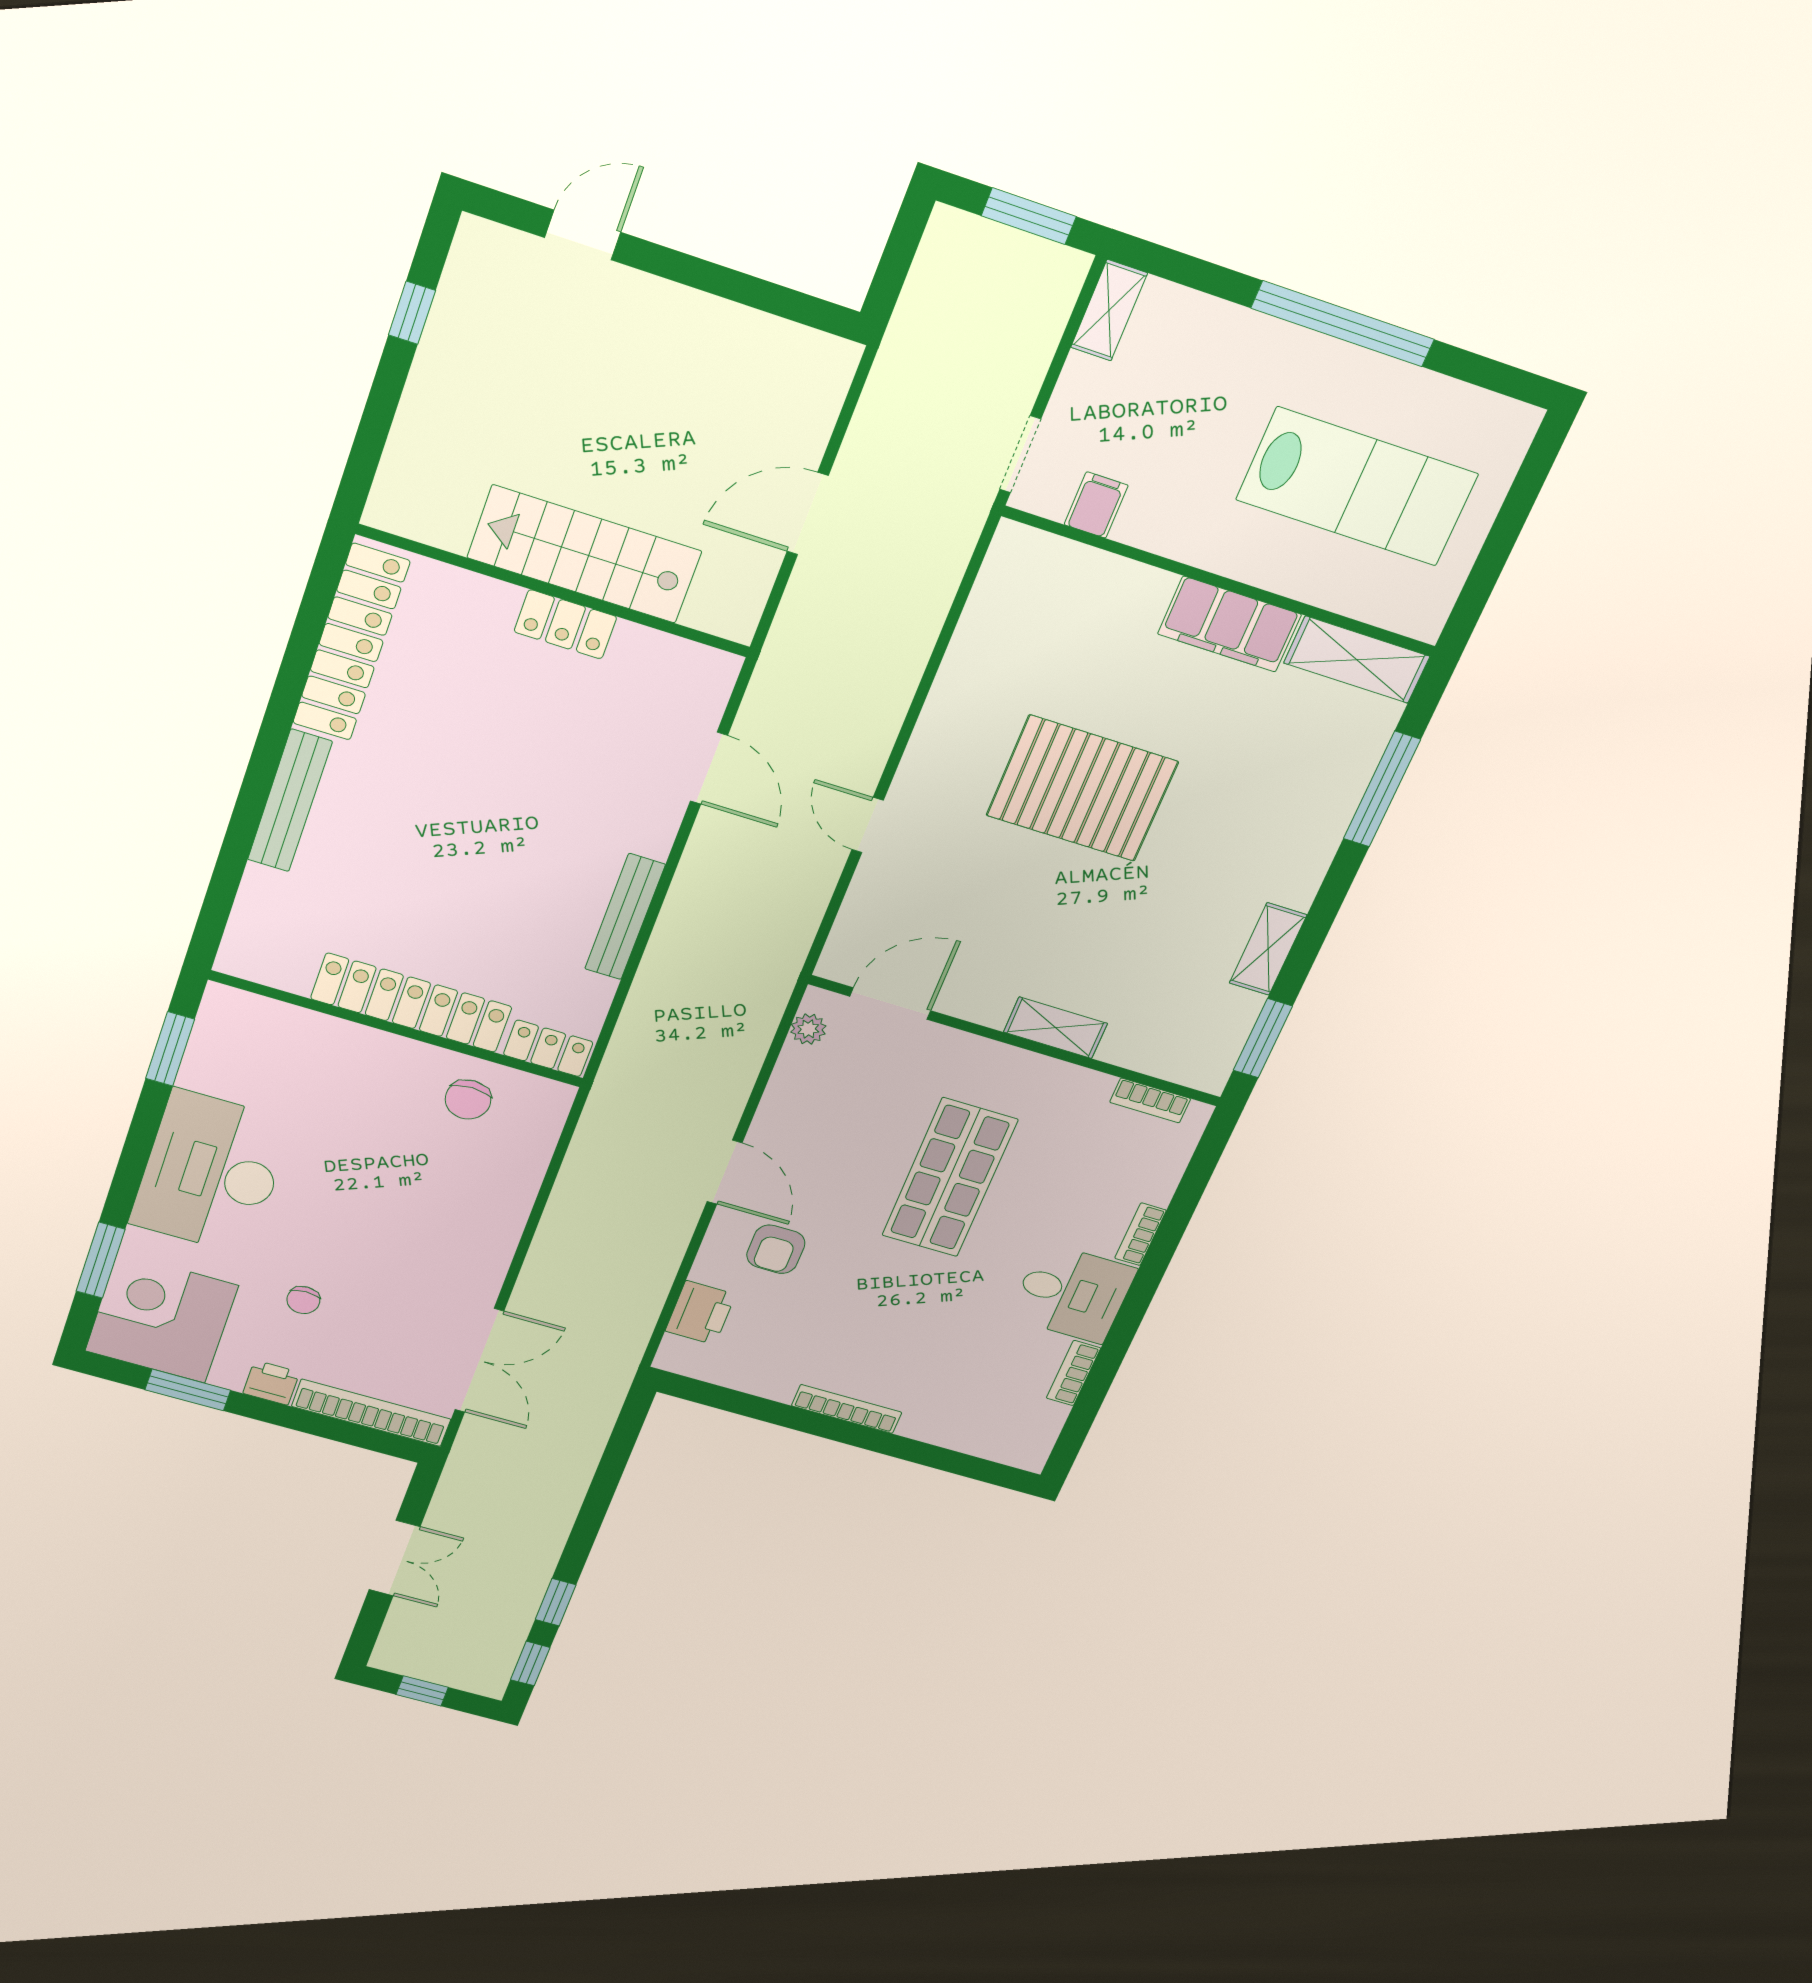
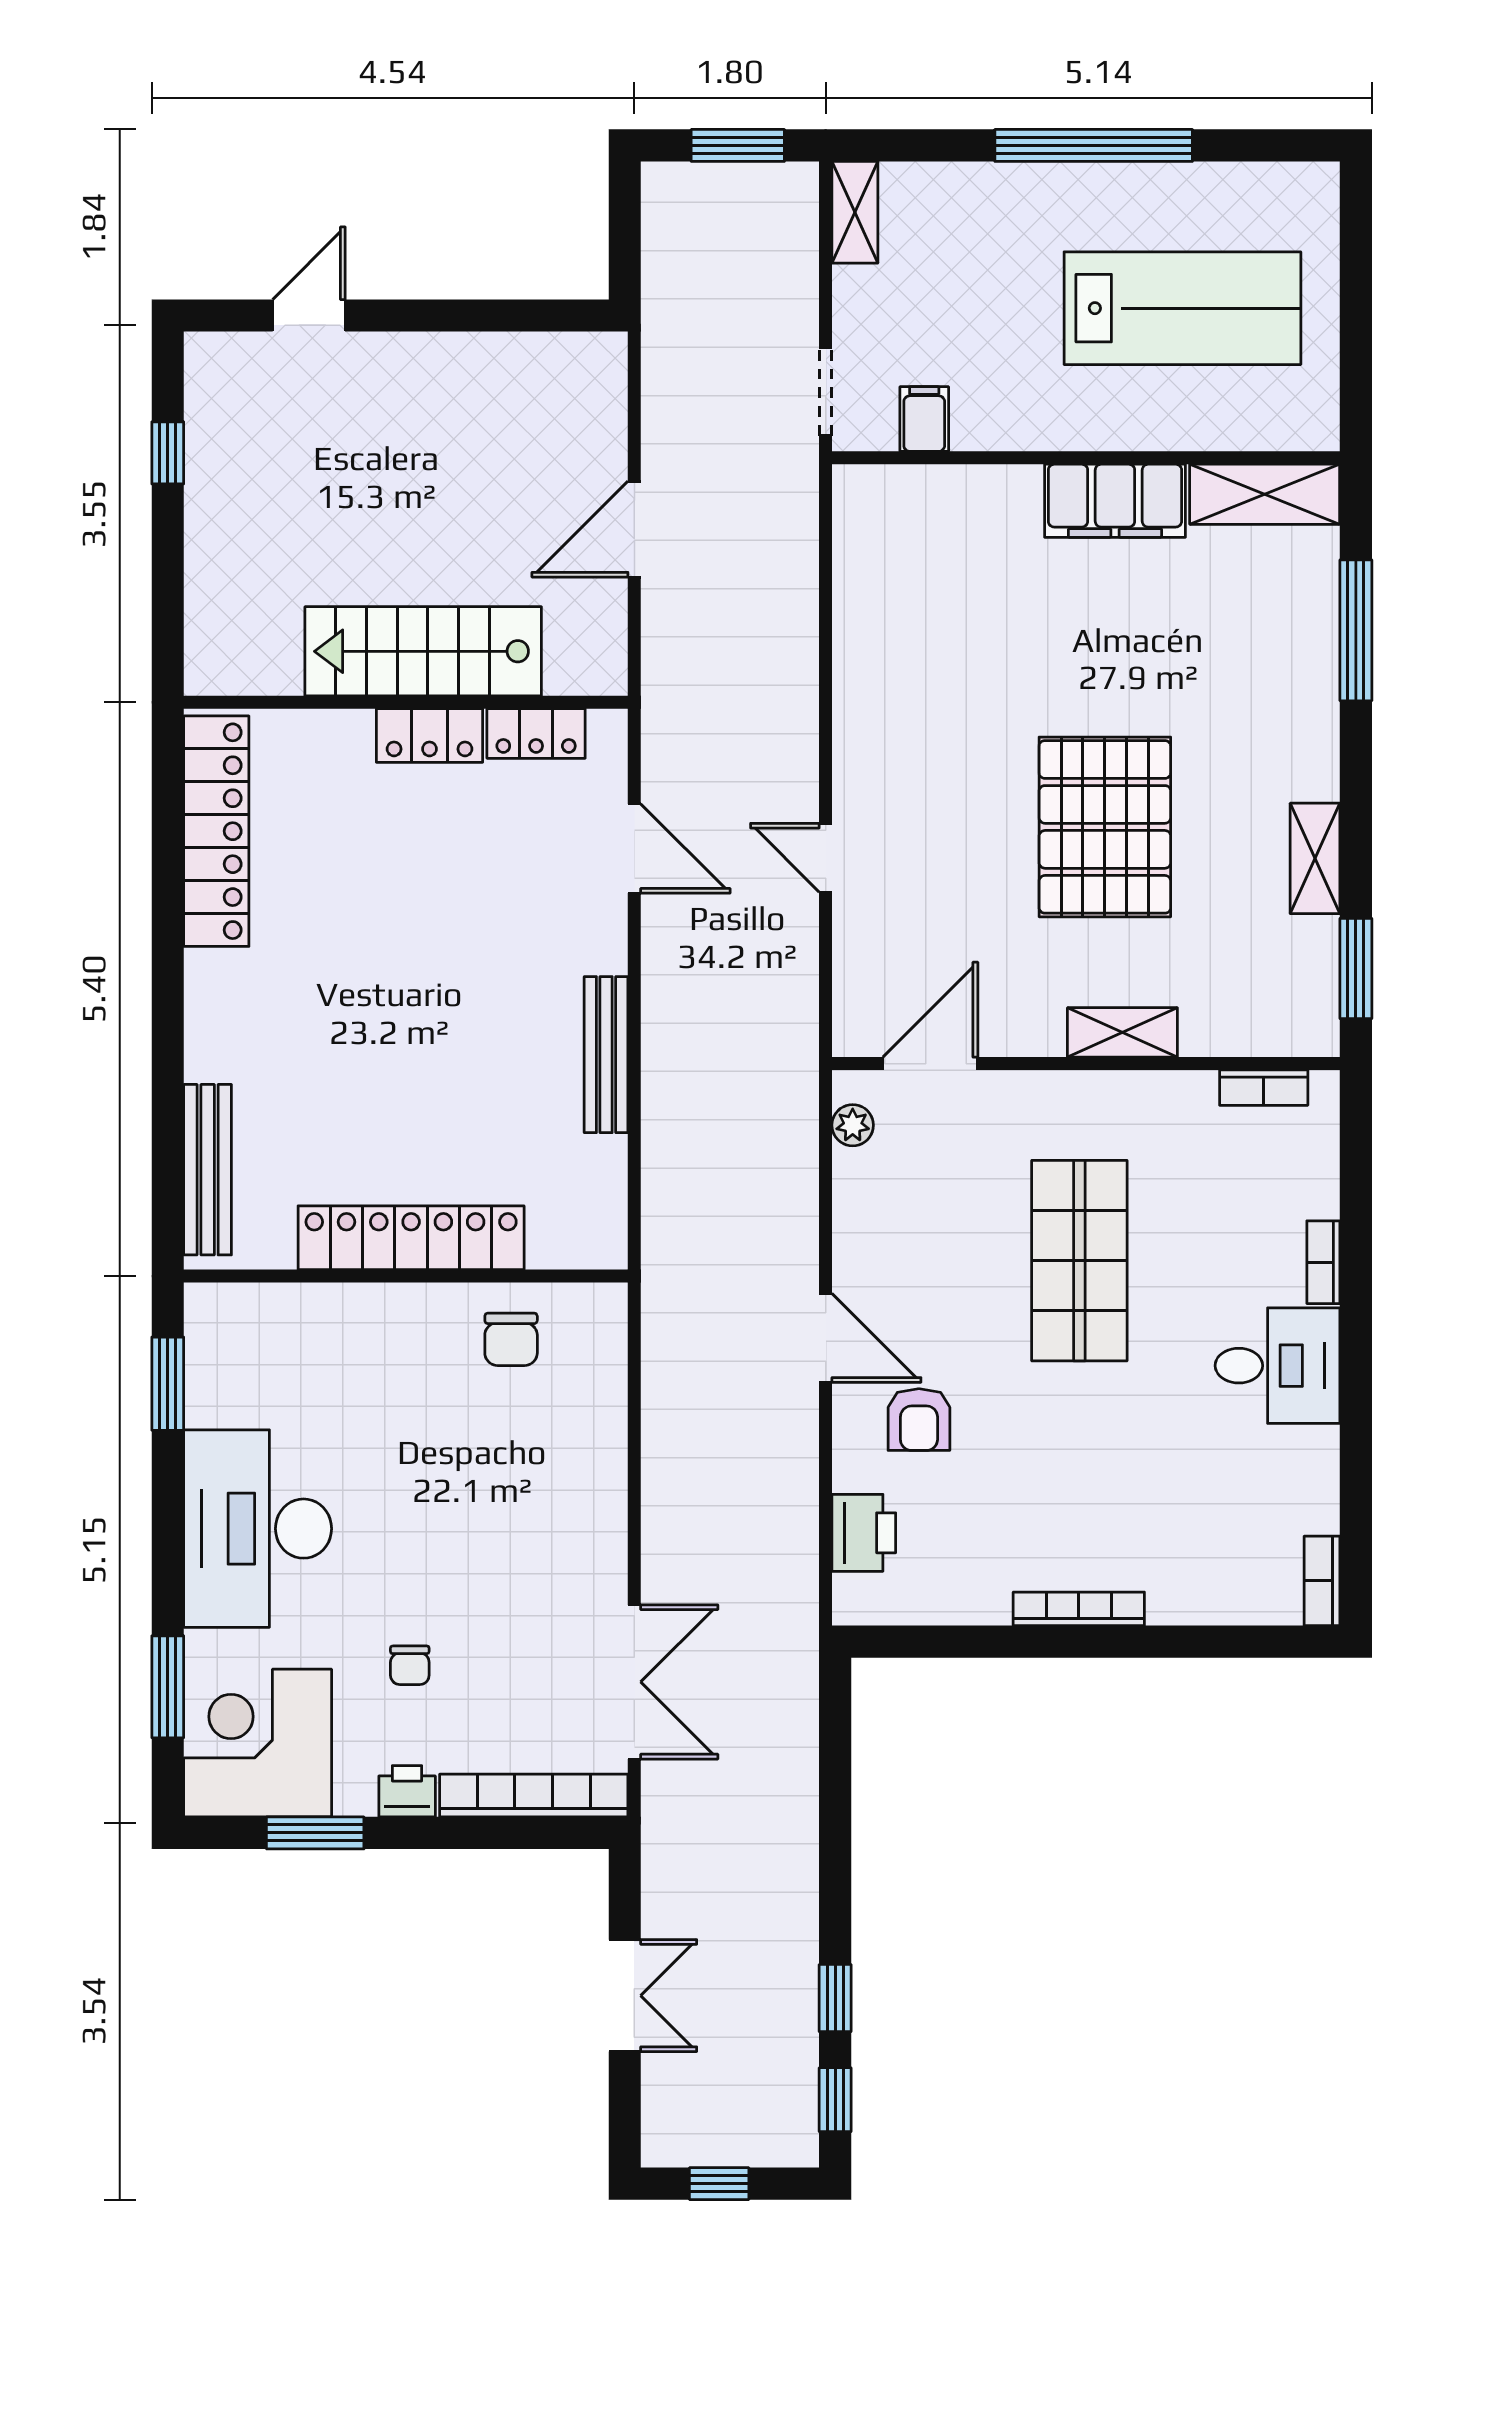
pallet: (1082, 788) -> (1105, 827), moved, turned 90
bench: (290, 801) -> (208, 1170), moved
locker: (548, 1048) -> (536, 733), moved, turned 180
bookcase: (1073, 1373) -> (1322, 1581), moved

